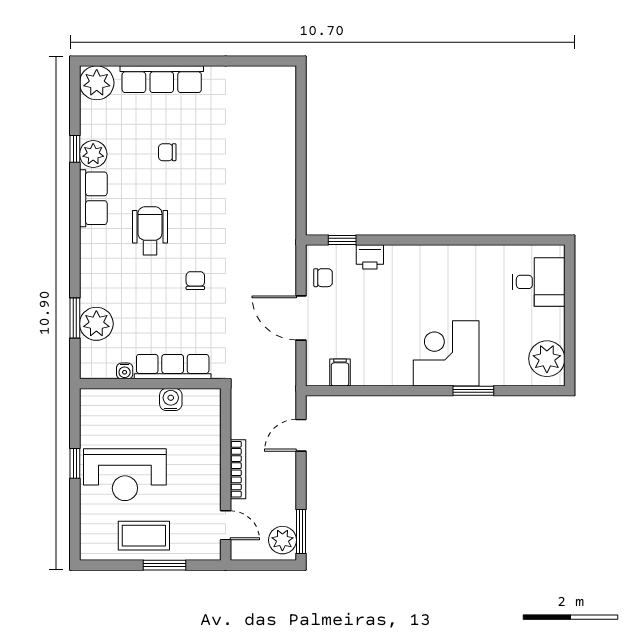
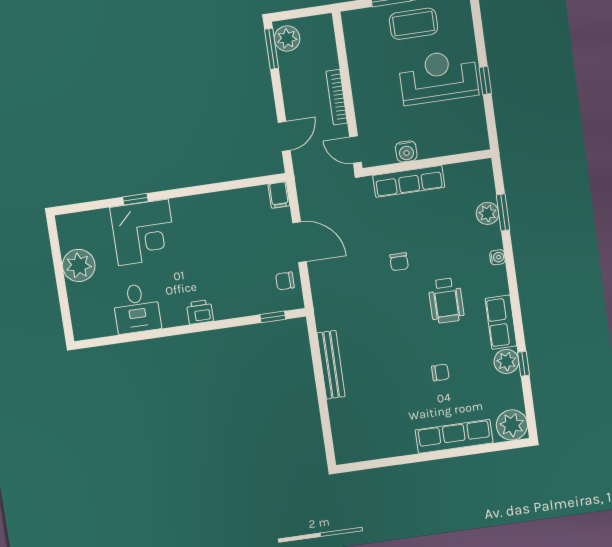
bench: (286, 178) -> (331, 365), added
printer: (370, 257) -> (200, 312), moved
desk: (539, 282) -> (137, 308), moved, turned -90
plant: (96, 324) -> (488, 213), width x0.73, depth x0.73
corner desk: (446, 353) -> (143, 232), moved
plant: (547, 359) -> (79, 265), moved
water cooler: (125, 371) -> (497, 257), moved, turned 90
filing cabinet: (340, 372) -> (279, 195), moved
window: (473, 391) -> (135, 199), width x0.67
door: (226, 525) -> (355, 150), moved

